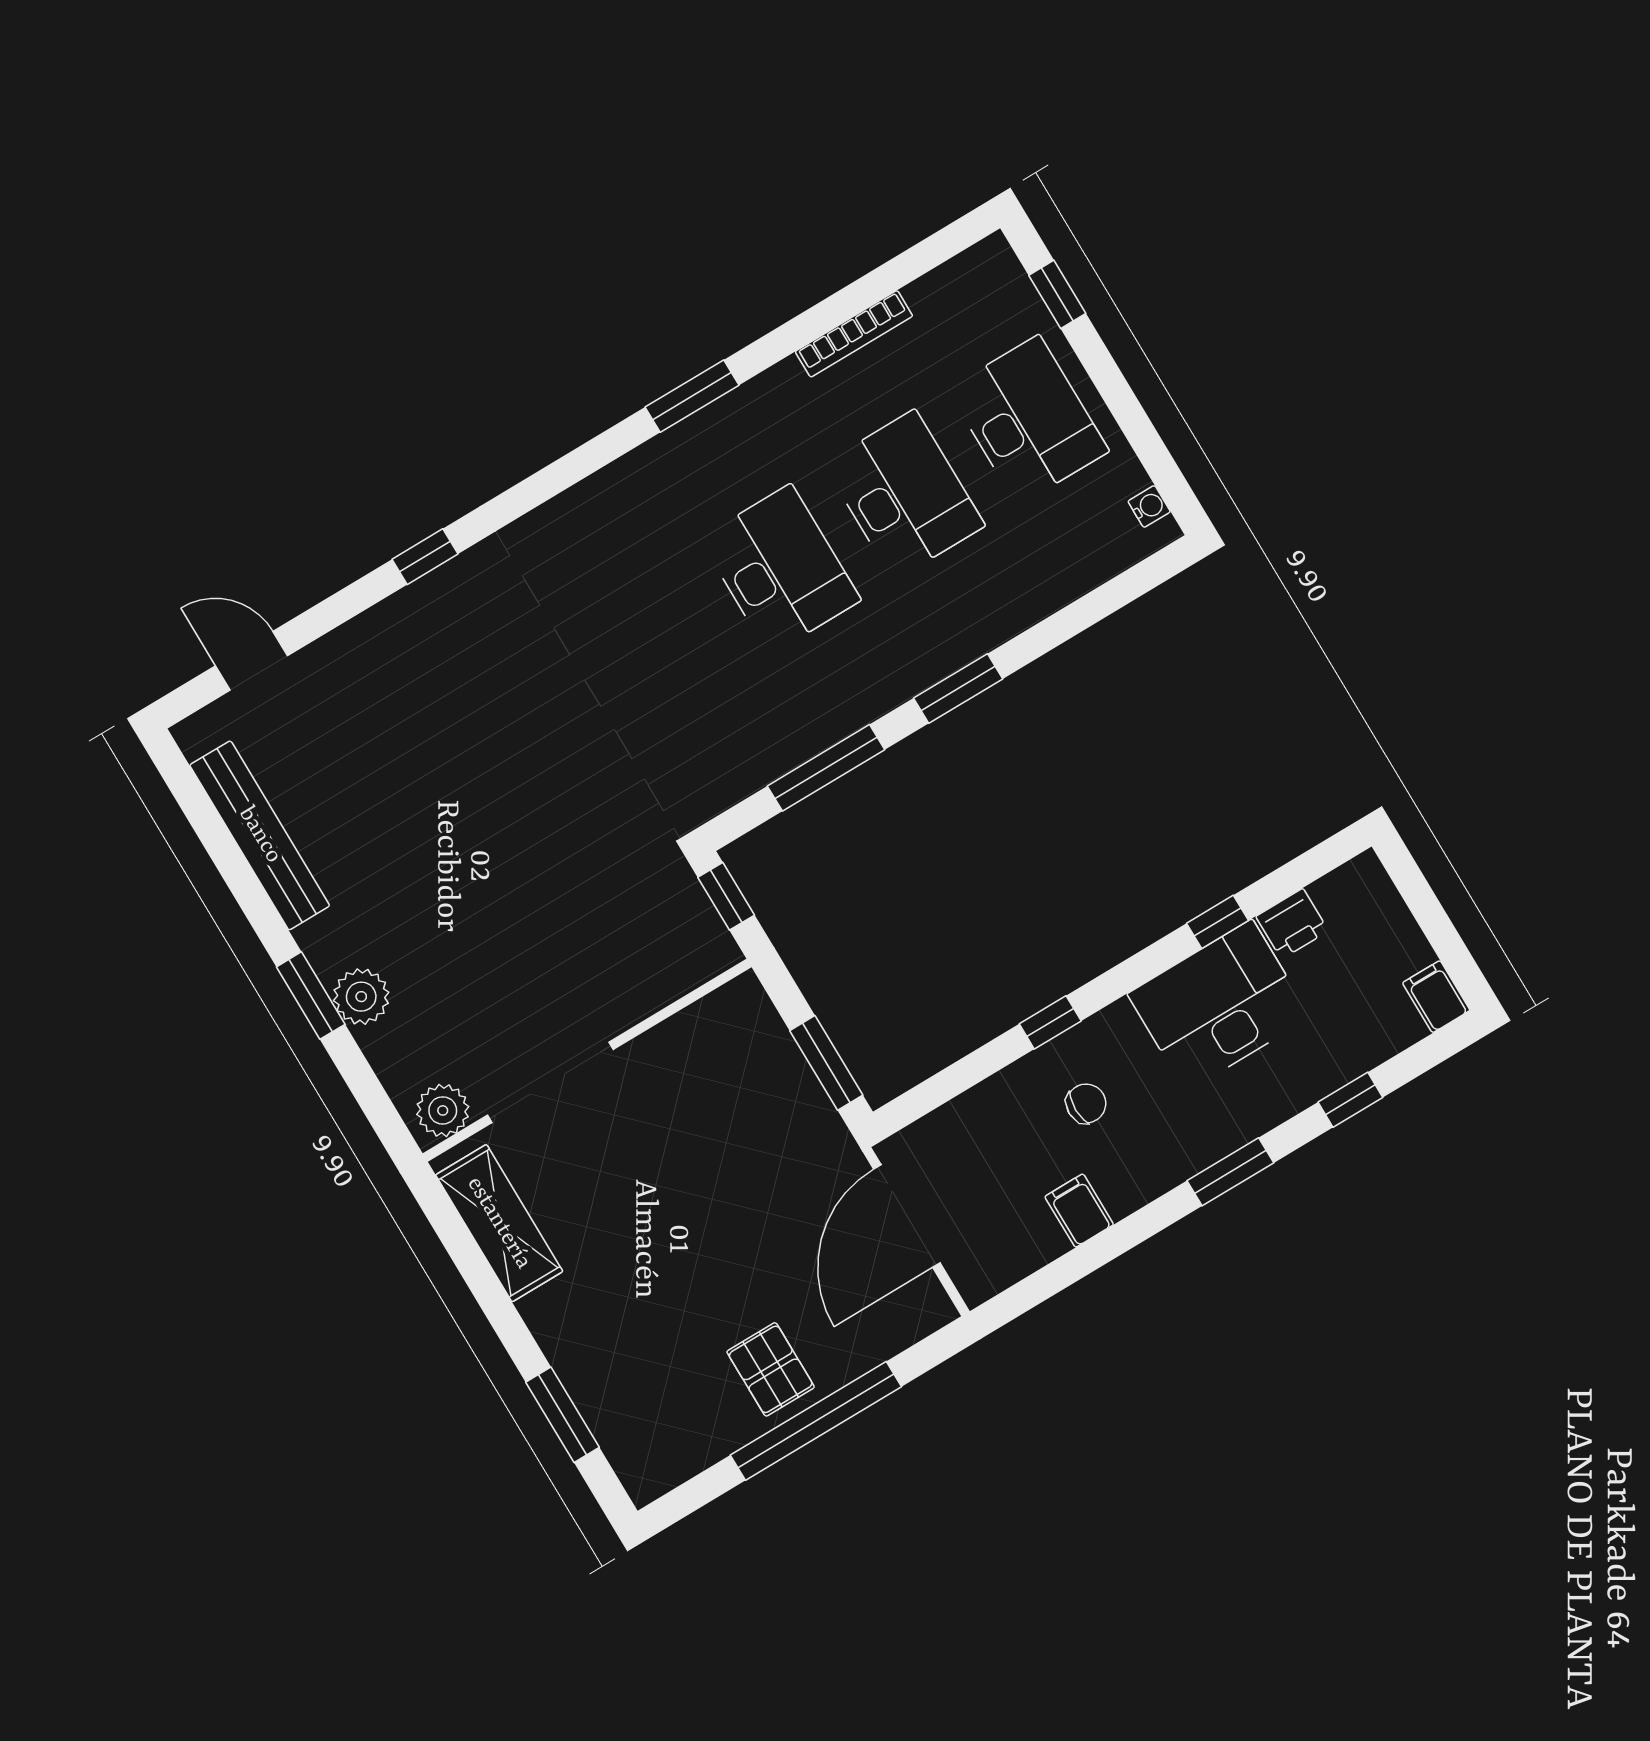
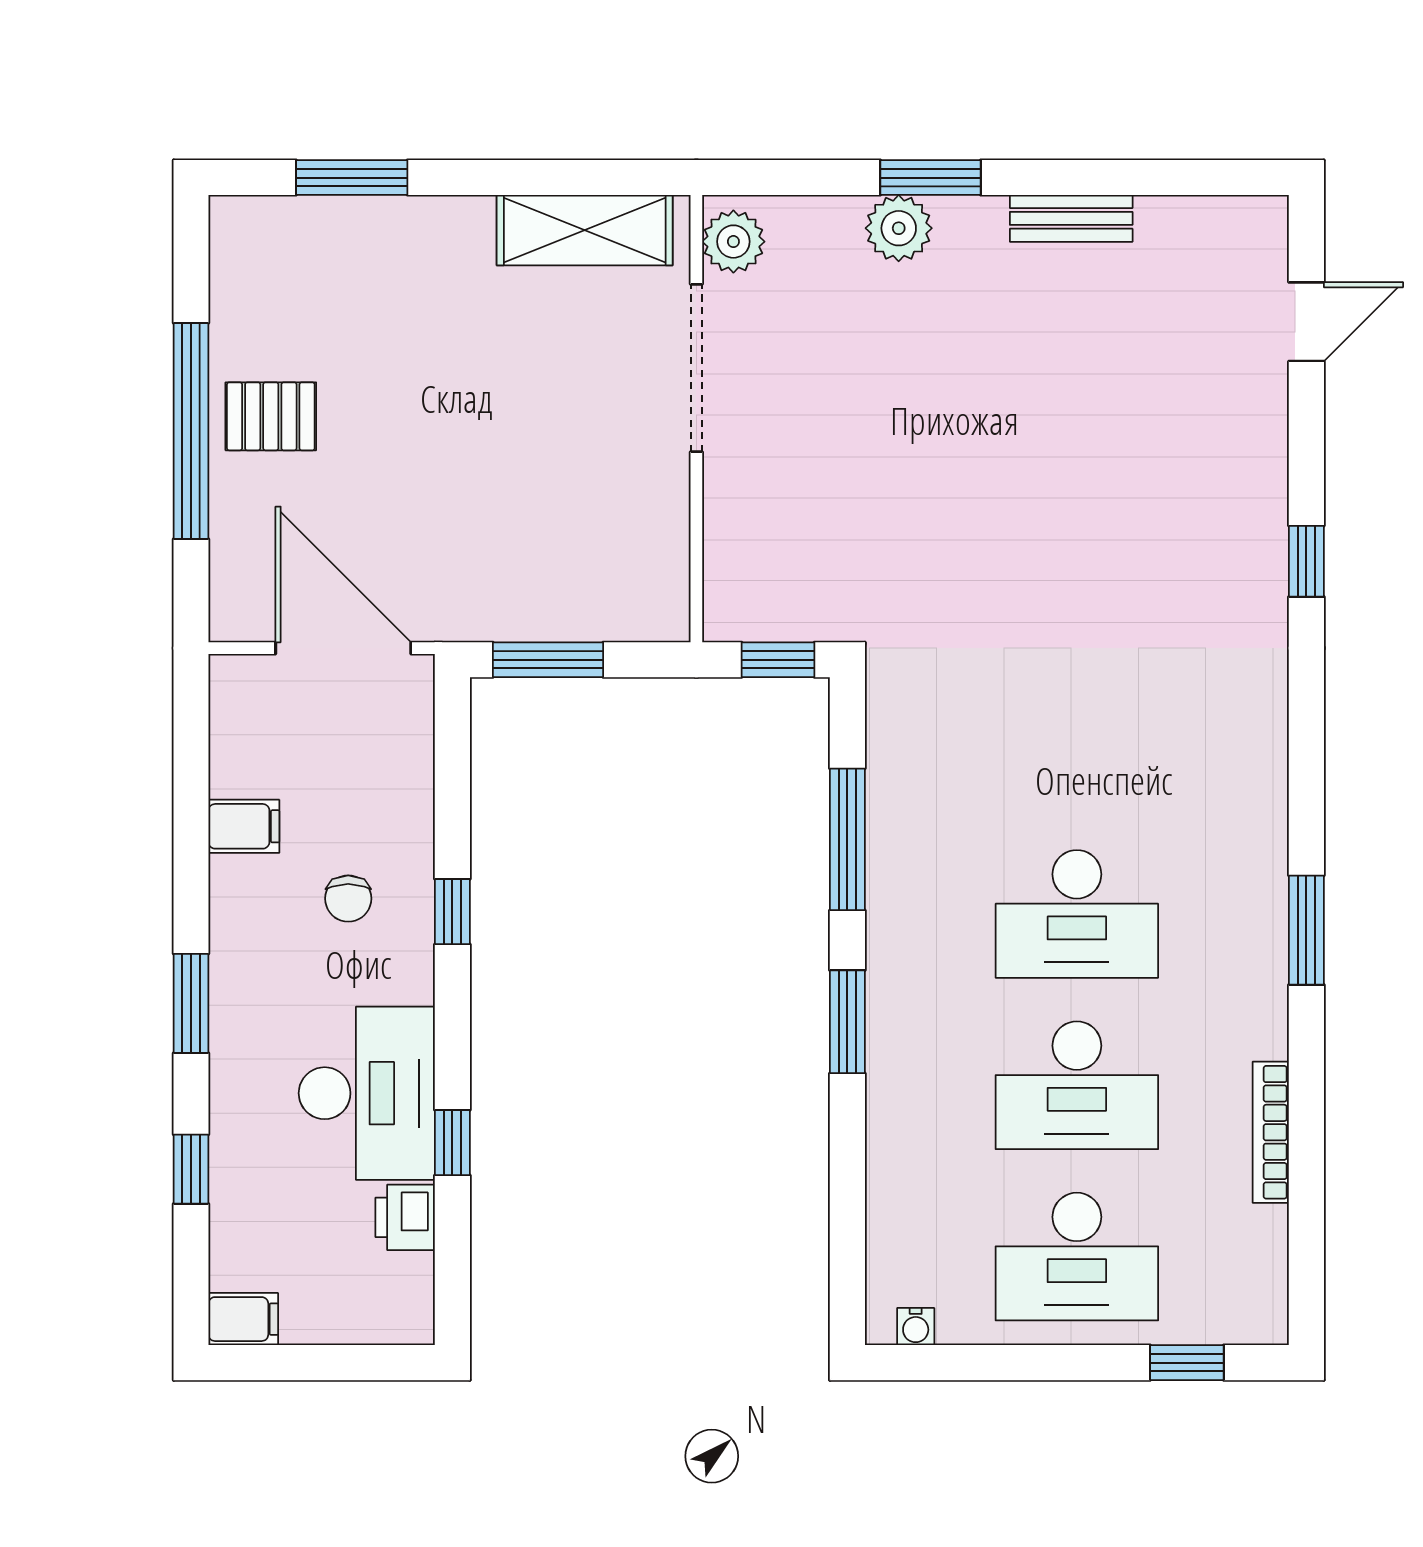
bench: (260, 835) -> (1071, 218), width x0.54, depth x0.82

